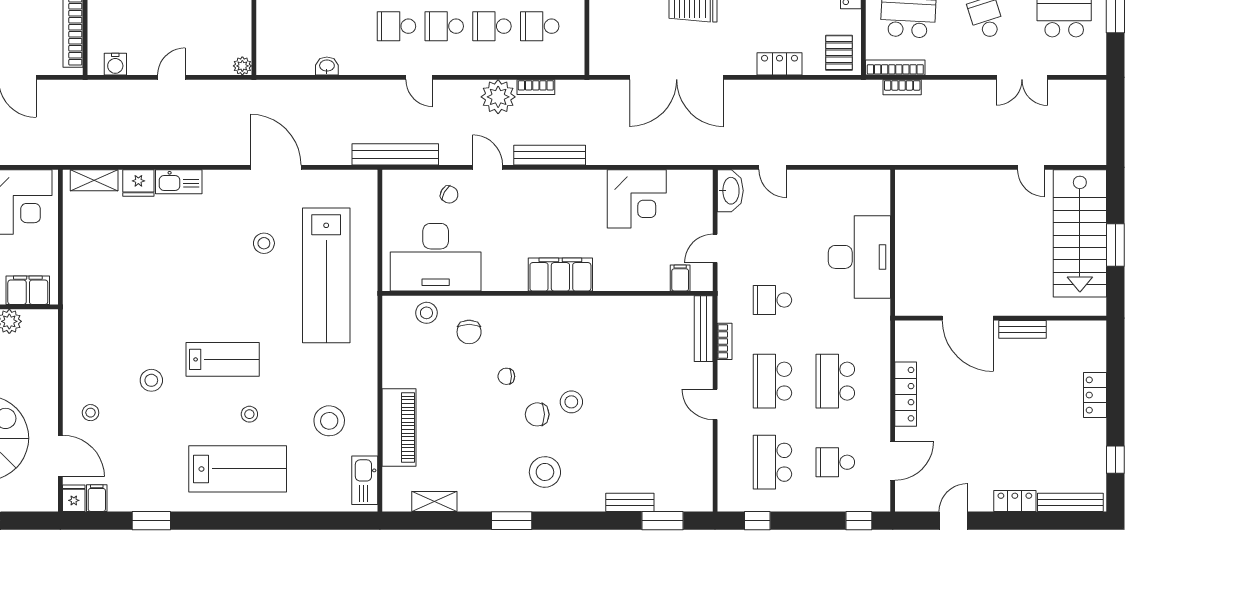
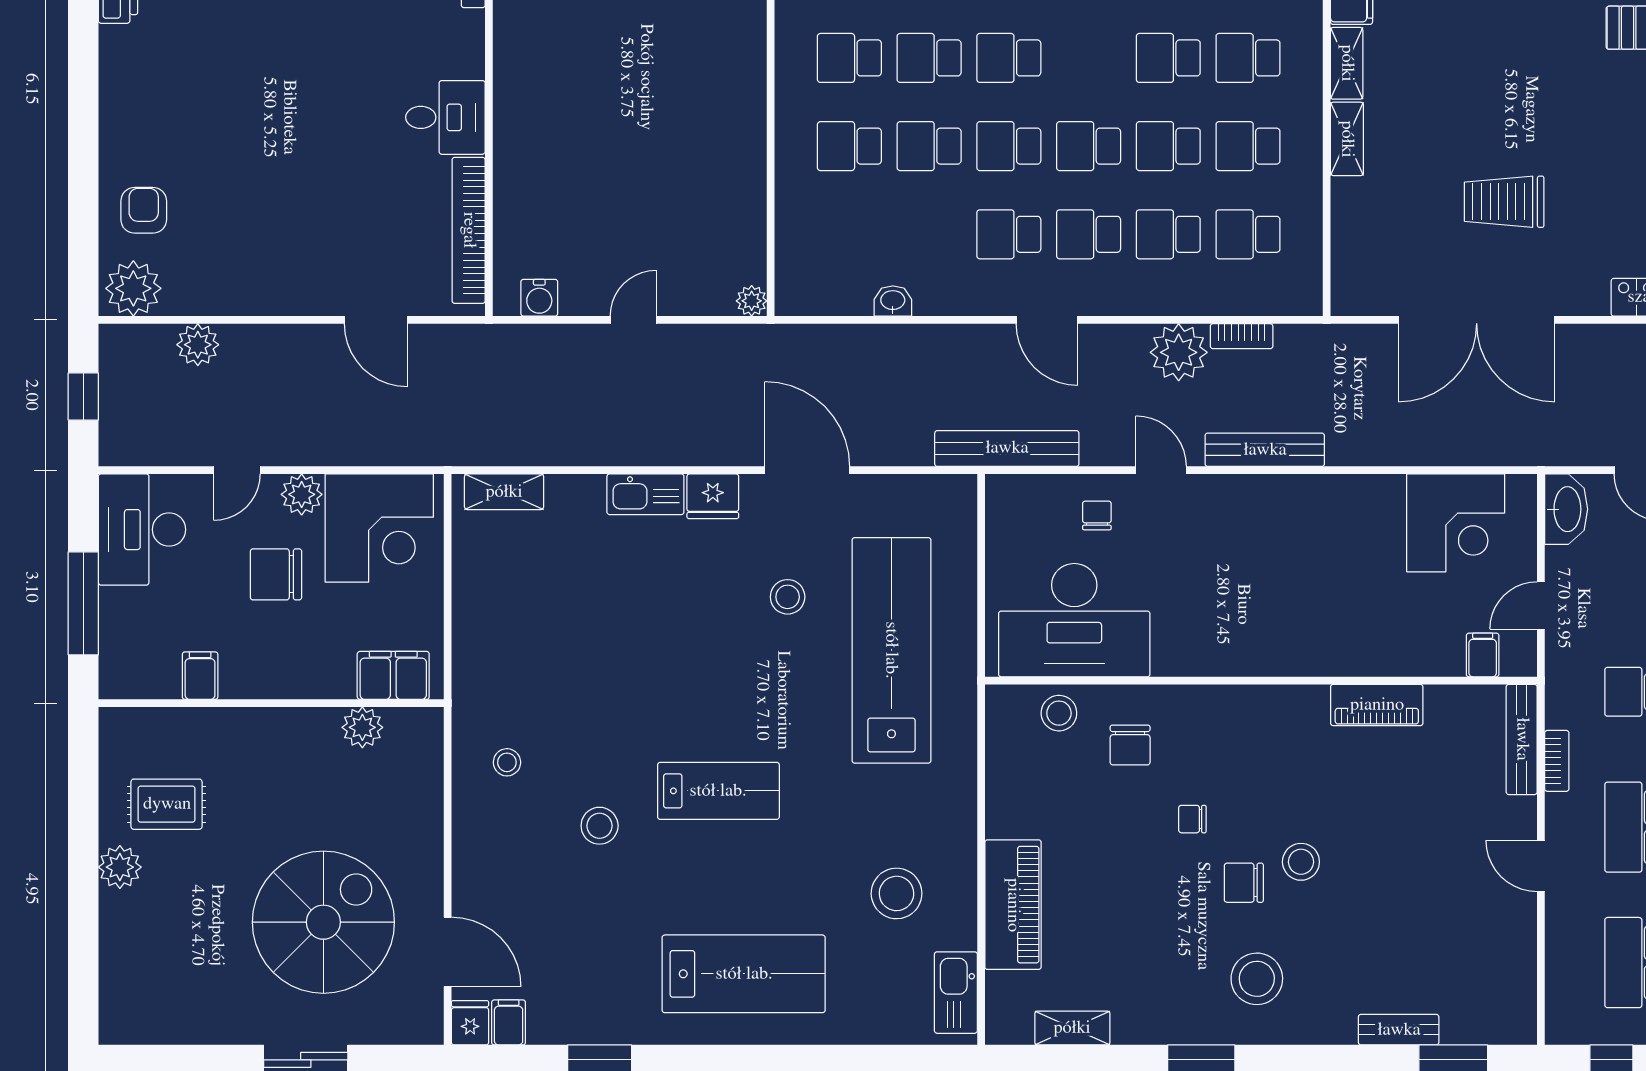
door: (419, 77) -> (1047, 320), width x1.38
fridge: (138, 183) -> (713, 496), moved
chair: (449, 195) -> (1097, 516), turned -120
corner desk: (637, 199) -> (1456, 523), moved
filing cabinet: (560, 274) -> (1283, 649), removed
lab bench: (326, 275) -> (891, 650), turned 180
piano: (617, 308) -> (1377, 705), added
stool: (91, 413) -> (507, 762), moved
stool: (249, 414) -> (763, 882), removed

